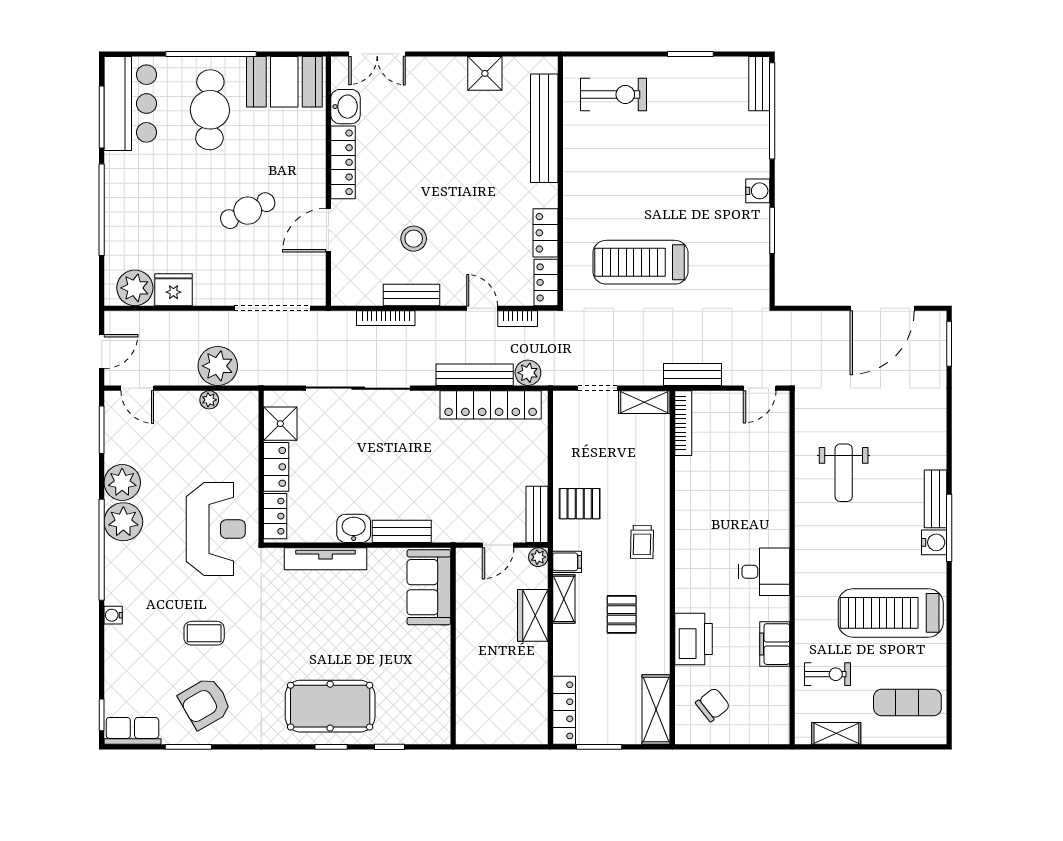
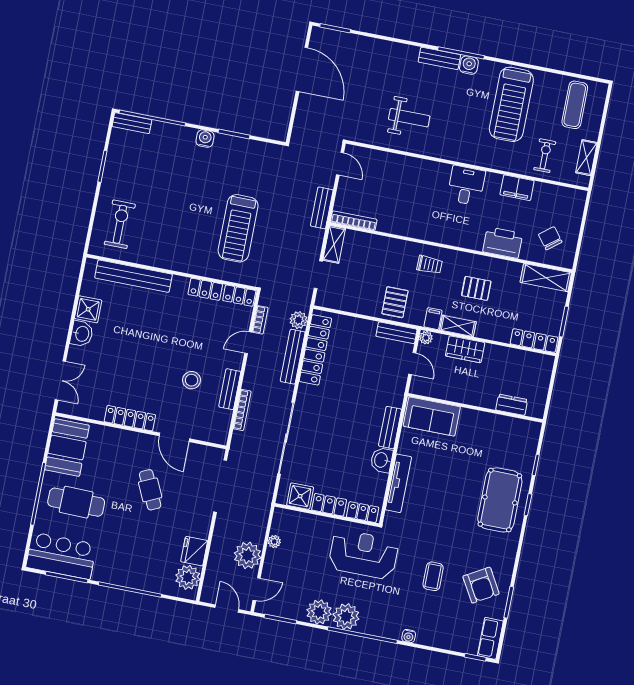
washbasin: (346, 107) -> (82, 334), moved, turned 90
plant: (218, 366) -> (247, 555), moved
dresser: (468, 696) -> (512, 405), added

